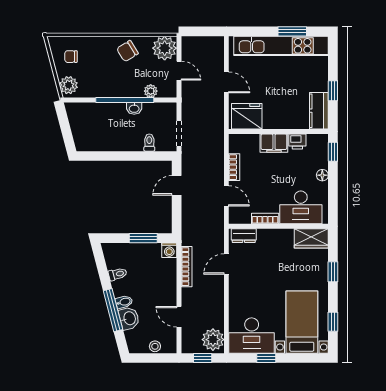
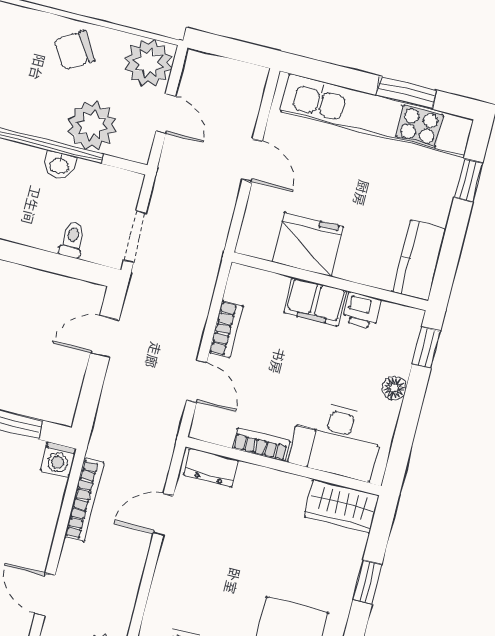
plant: (151, 91) -> (92, 126), width x1.87, depth x1.87
window: (333, 91) -> (468, 180), moved
fridge: (247, 116) -> (308, 244), moved

